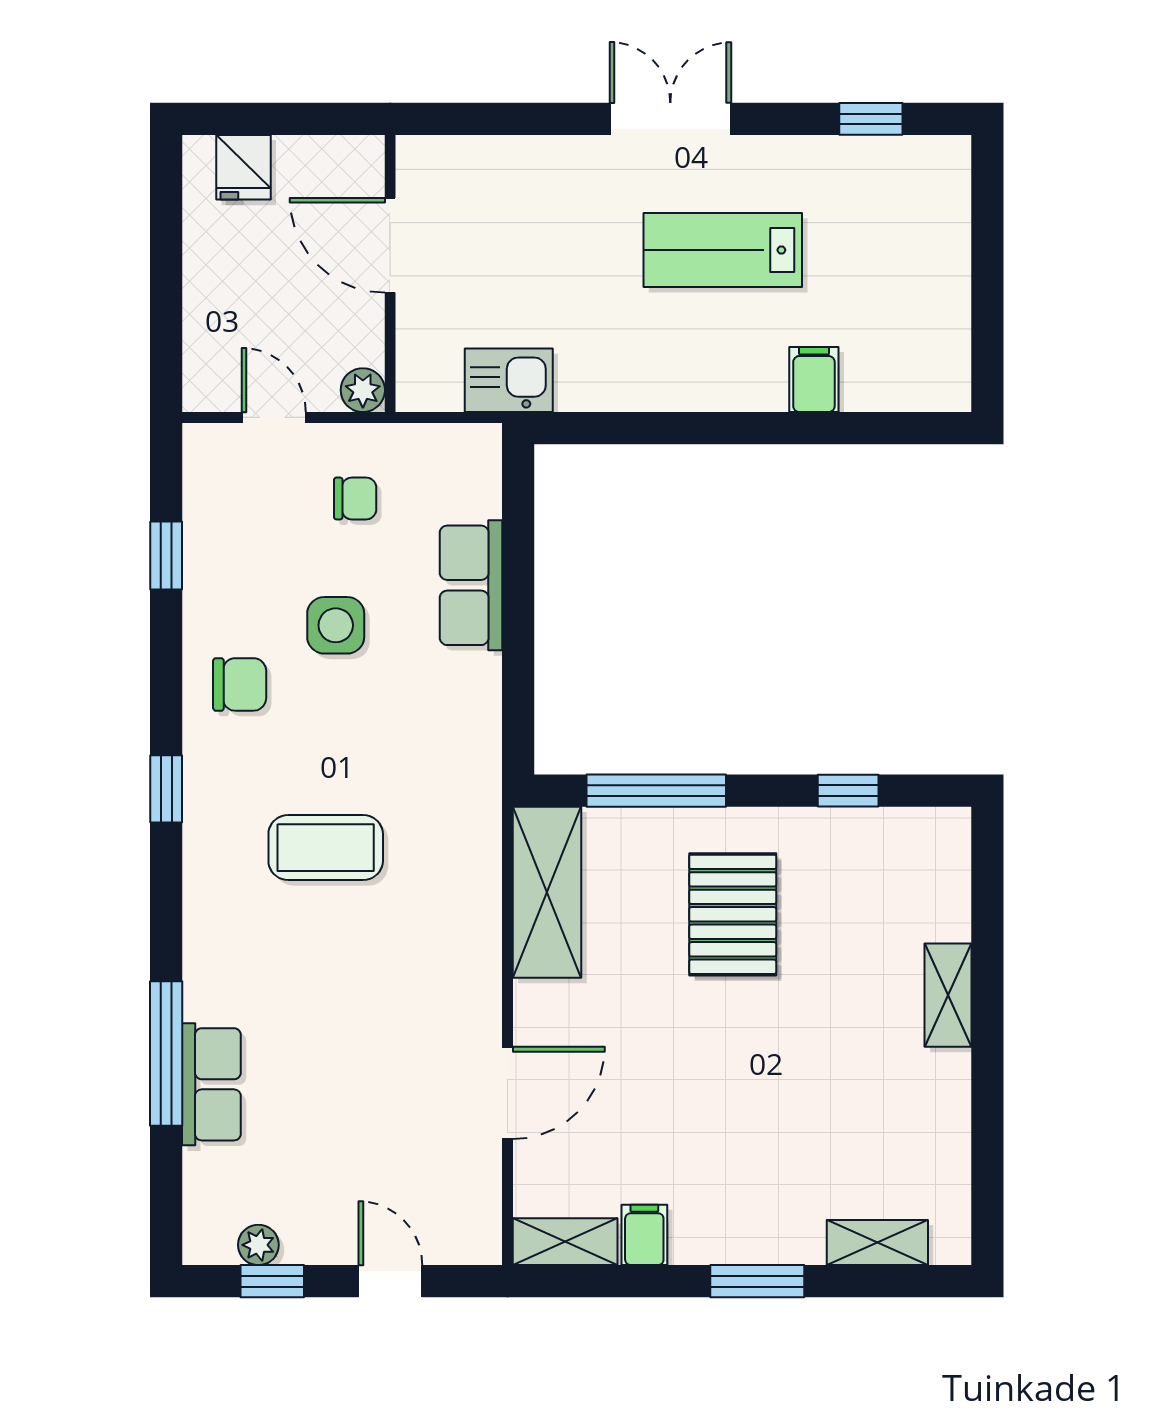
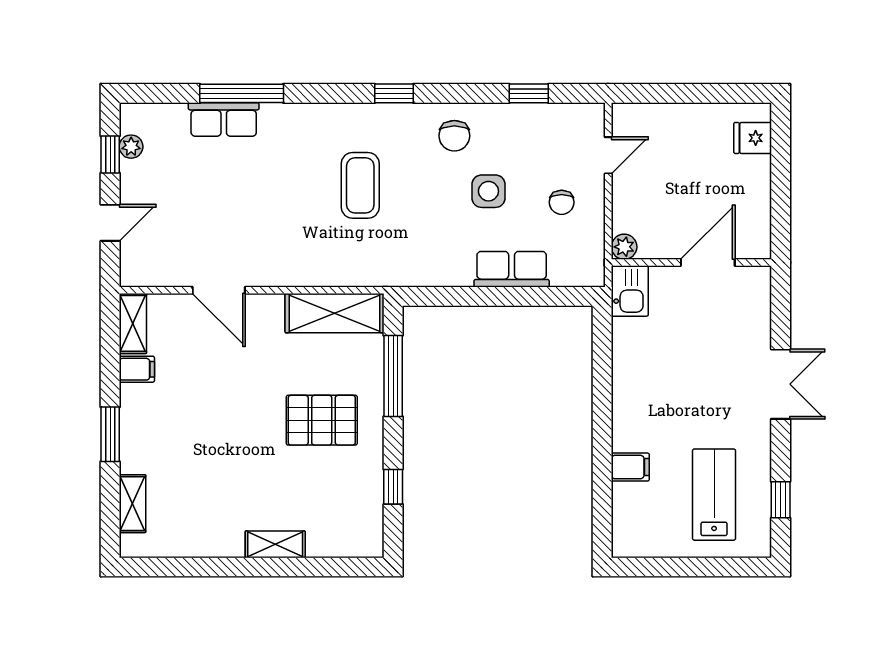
door: (390, 245) -> (708, 263), moved
lab bench: (723, 250) -> (714, 495), moved
wall: (390, 274) -> (691, 263), moved
plant: (363, 390) -> (624, 247), moved

